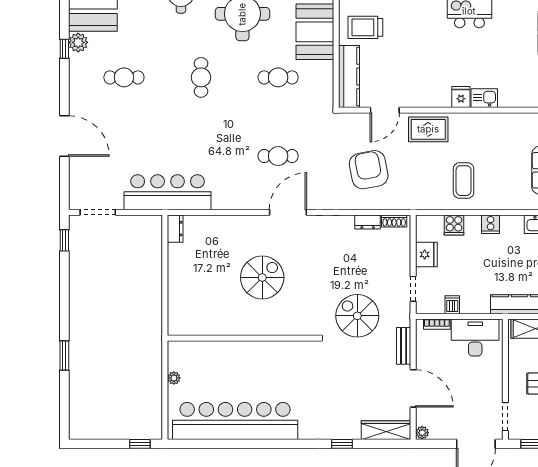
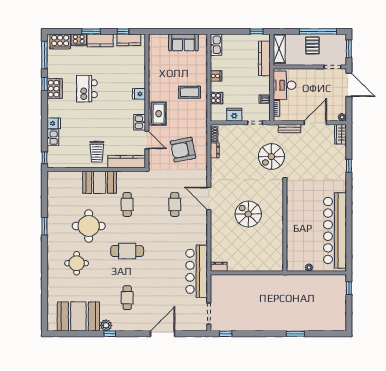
cafe table: (201, 77) -> (127, 251), width x1.37, depth x1.35
kitchen sink: (484, 98) -> (140, 122), moved
wardrobe: (386, 430) -> (341, 134), width x0.67

